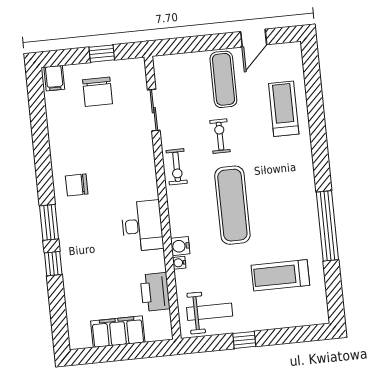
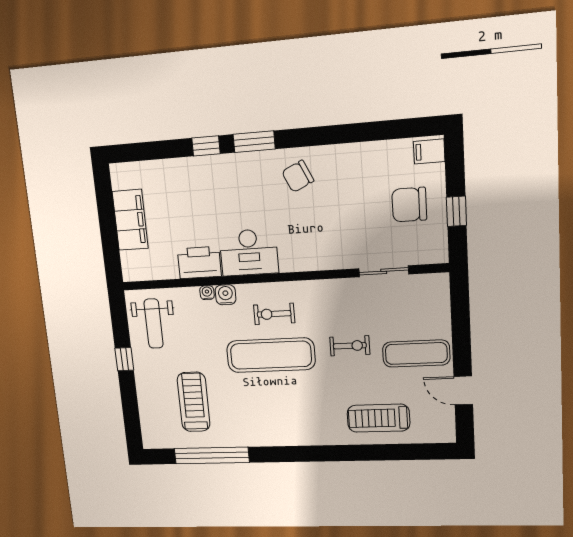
treadmill: (284, 109) -> (378, 418), turned 180
exercise bike: (177, 167) -> (274, 314), moved
chair: (77, 185) -> (298, 176), turned -115
window: (327, 226) -> (212, 456), moved
printer: (155, 292) -> (199, 263), moved

